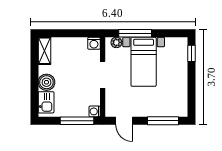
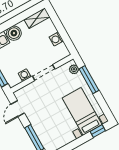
washing machine: (94, 43) -> (56, 39), moved
bed with nightstands: (144, 62) -> (82, 111), moved, turned 90
washing machine: (95, 111) -> (25, 75), moved

